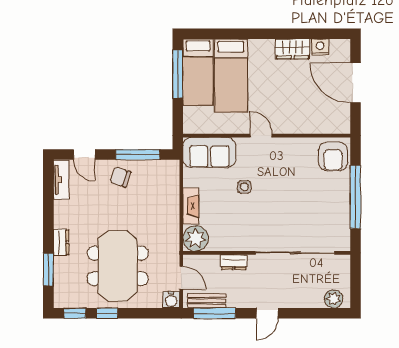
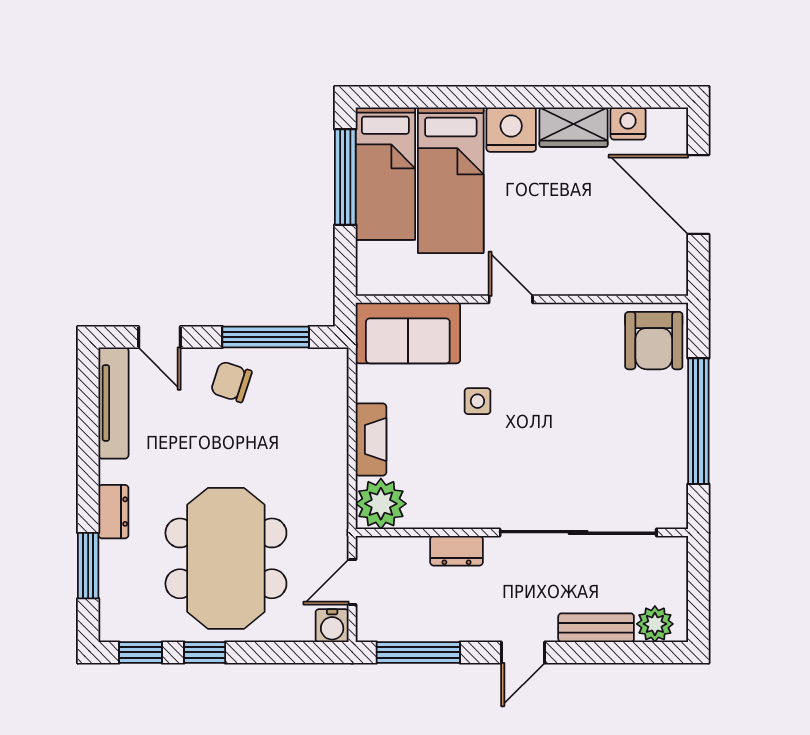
nightstand: (261, 50) -> (511, 130), added
tv unit: (61, 180) -> (113, 403), width x1.41
door: (181, 278) -> (352, 582), swing flipped
bench: (207, 301) -> (596, 628), moved

